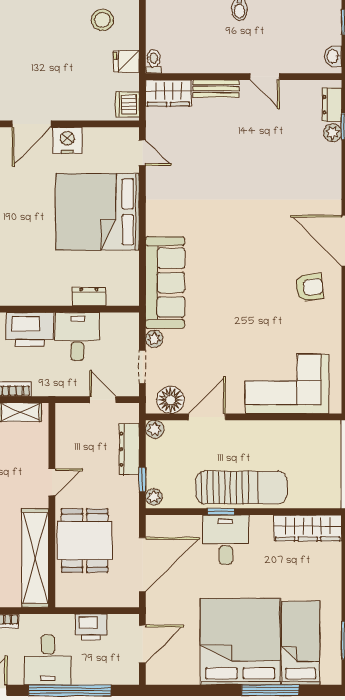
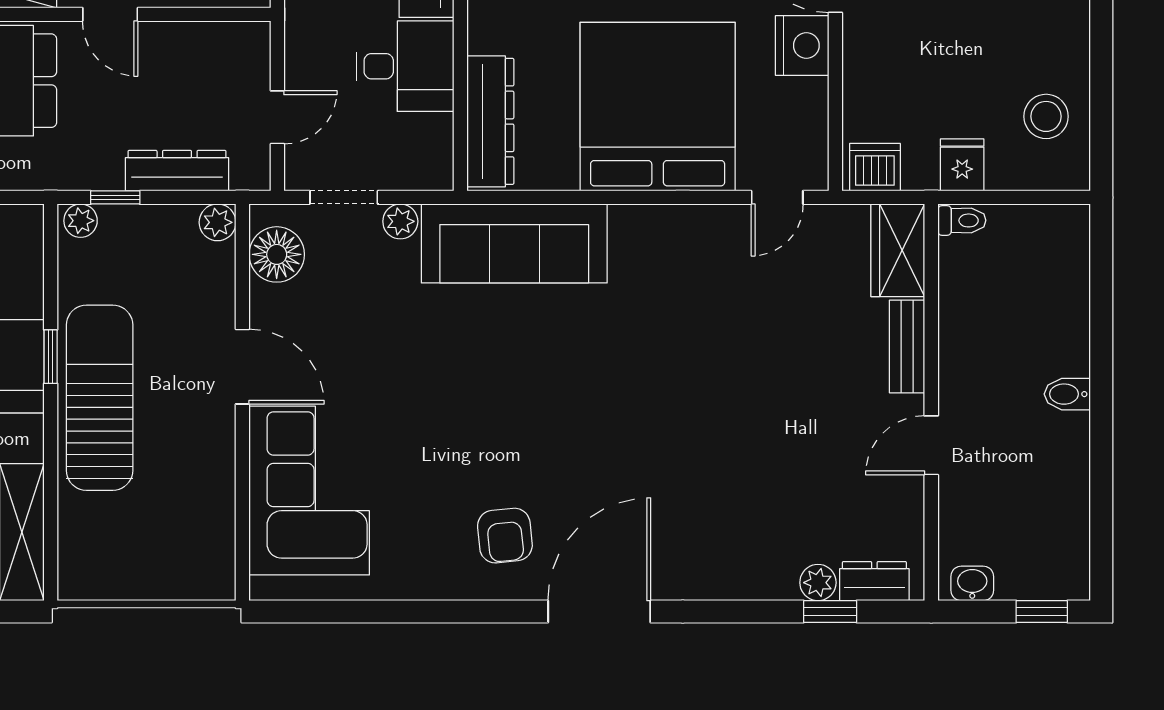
dresser: (89, 297) -> (490, 121), width x1.96, depth x1.24
door: (207, 417) -> (242, 367), moved
sun lounger: (241, 487) -> (100, 398), turned 180

